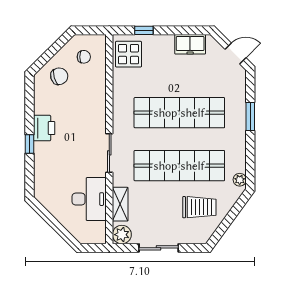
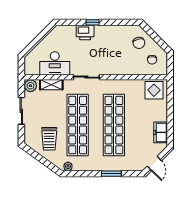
window: (144, 30) -> (170, 101), removed
printer: (44, 128) -> (85, 33), moved

